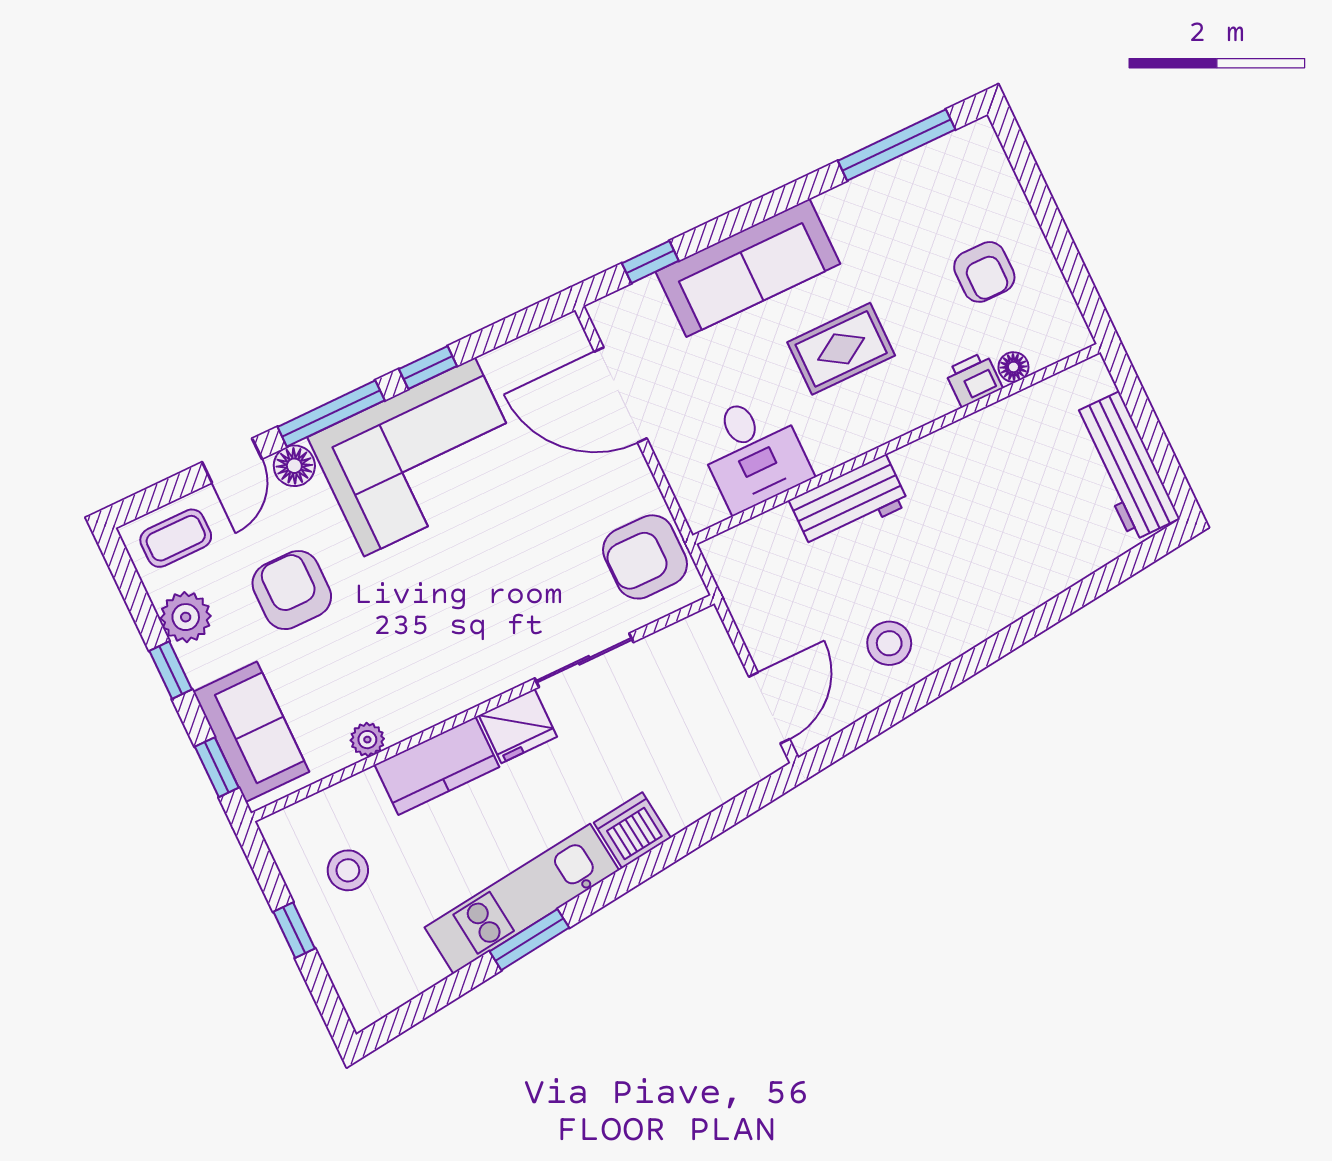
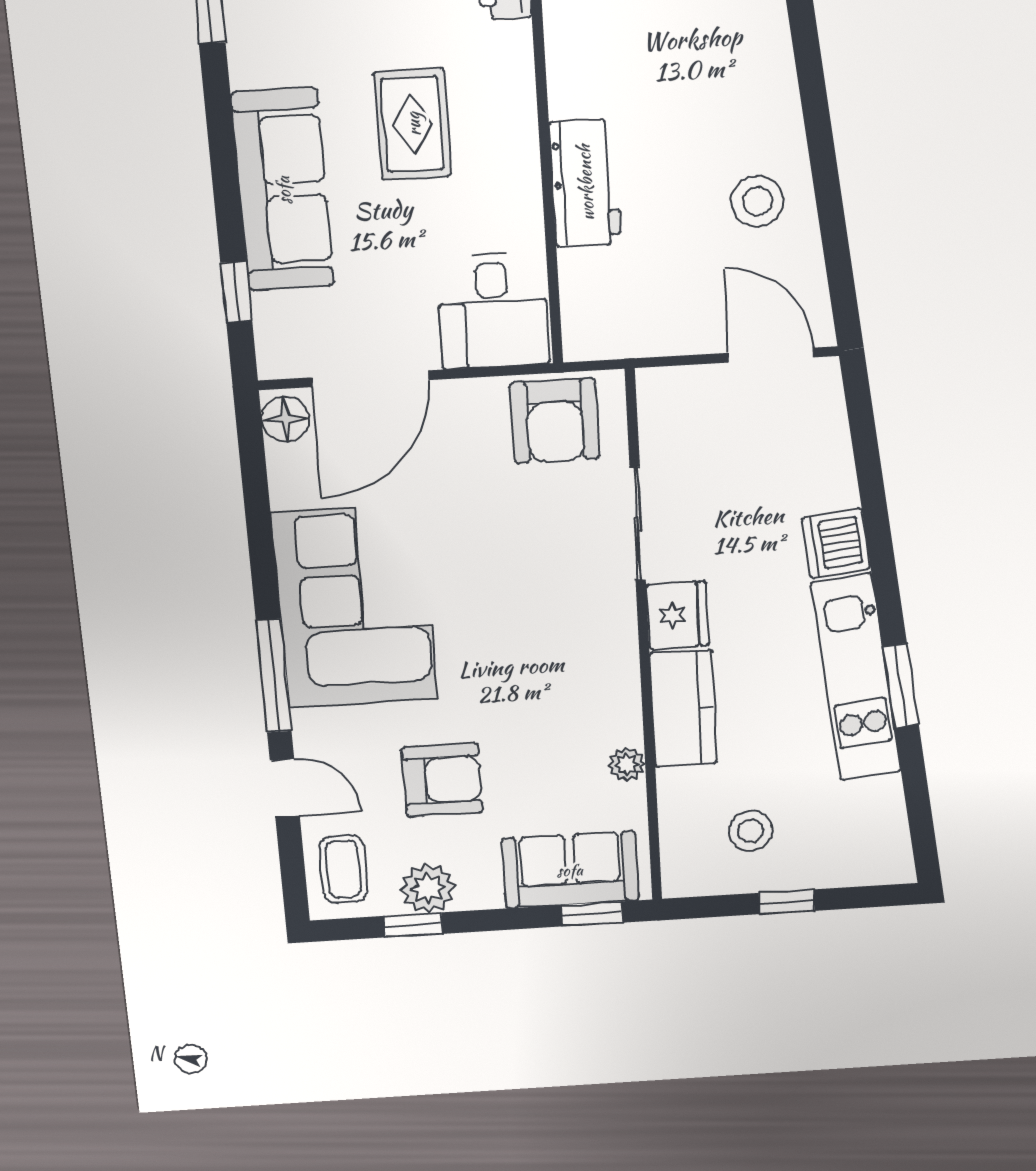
window: (428, 368) -> (263, 563), removed
desk: (753, 452) -> (493, 311), moved, turned 90
floor lamp: (294, 466) -> (285, 419), moved
armchair: (292, 590) -> (442, 780), turned 180
window: (171, 670) -> (413, 925), moved

